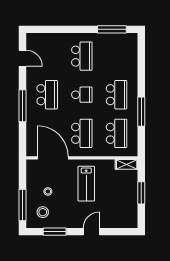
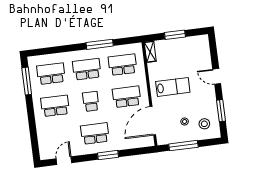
school desk: (117, 56) -> (51, 74), added
window: (22, 106) -> (108, 155), width x0.69
window: (22, 205) -> (183, 146), moved

